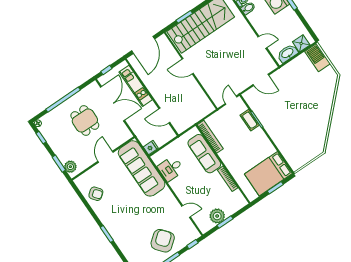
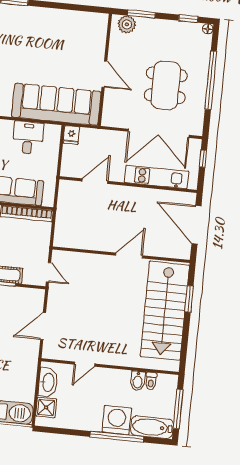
dining table: (85, 121) -> (166, 85), width x1.38
armchair: (96, 194) -> (71, 28), removed

